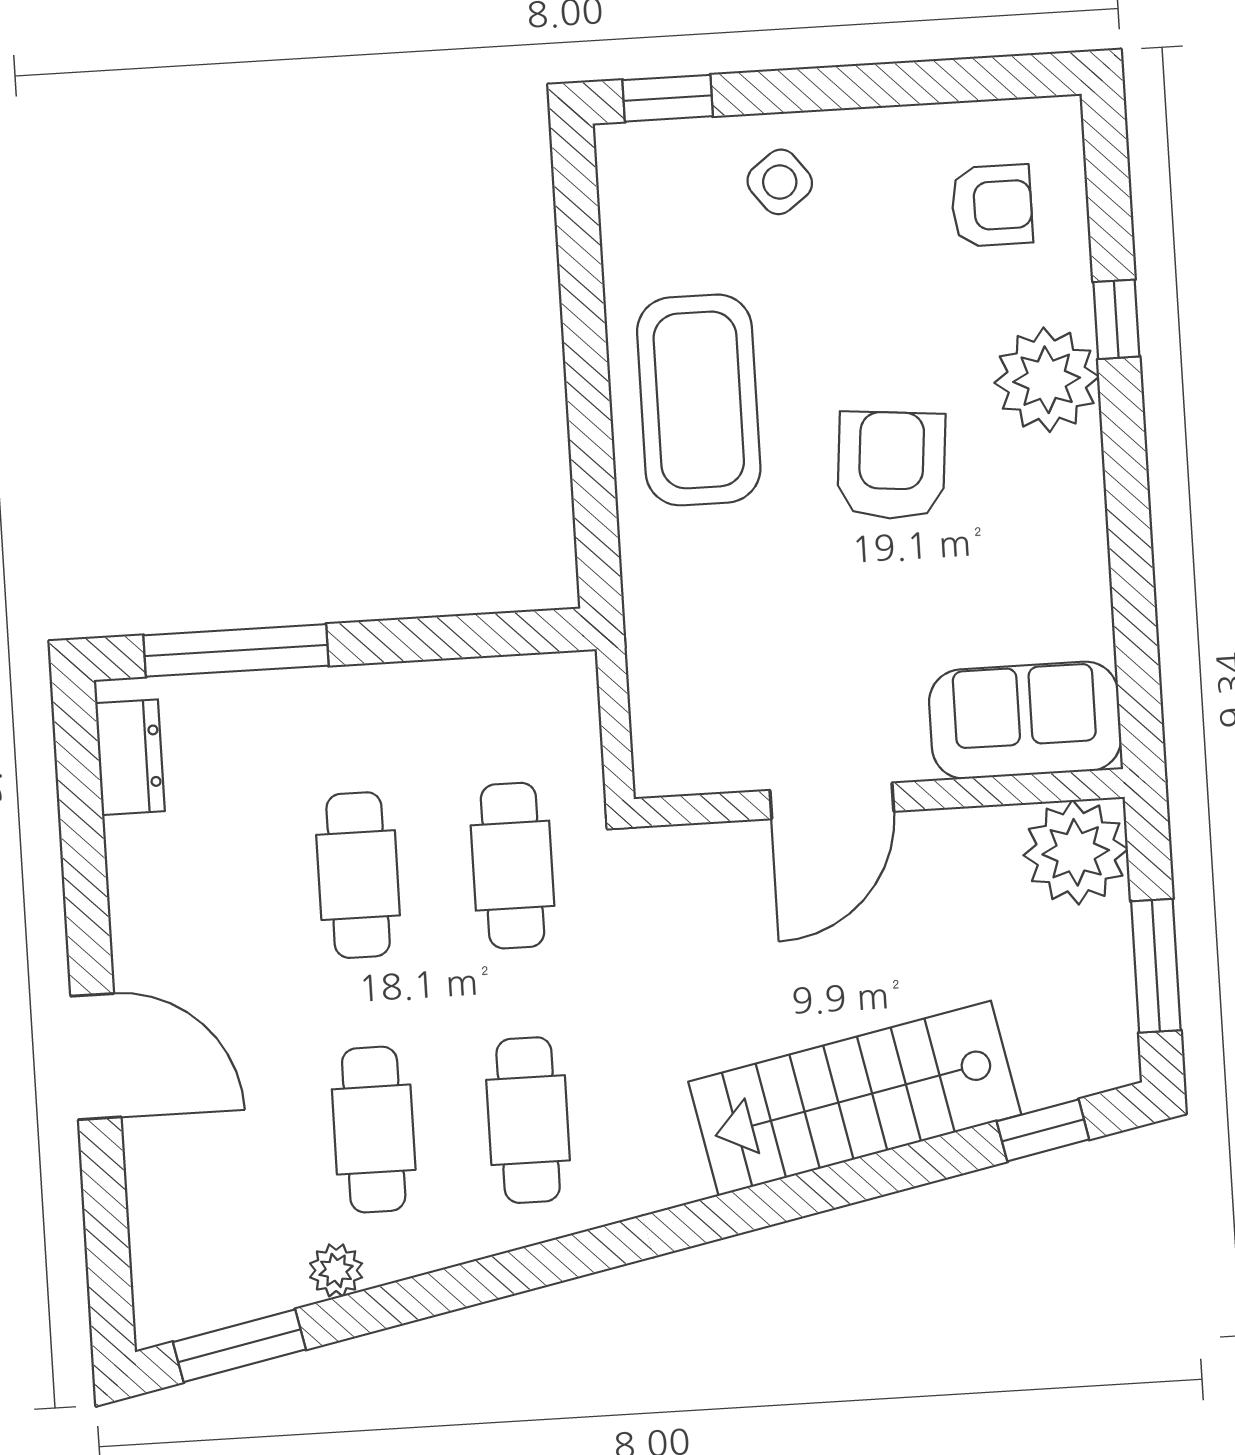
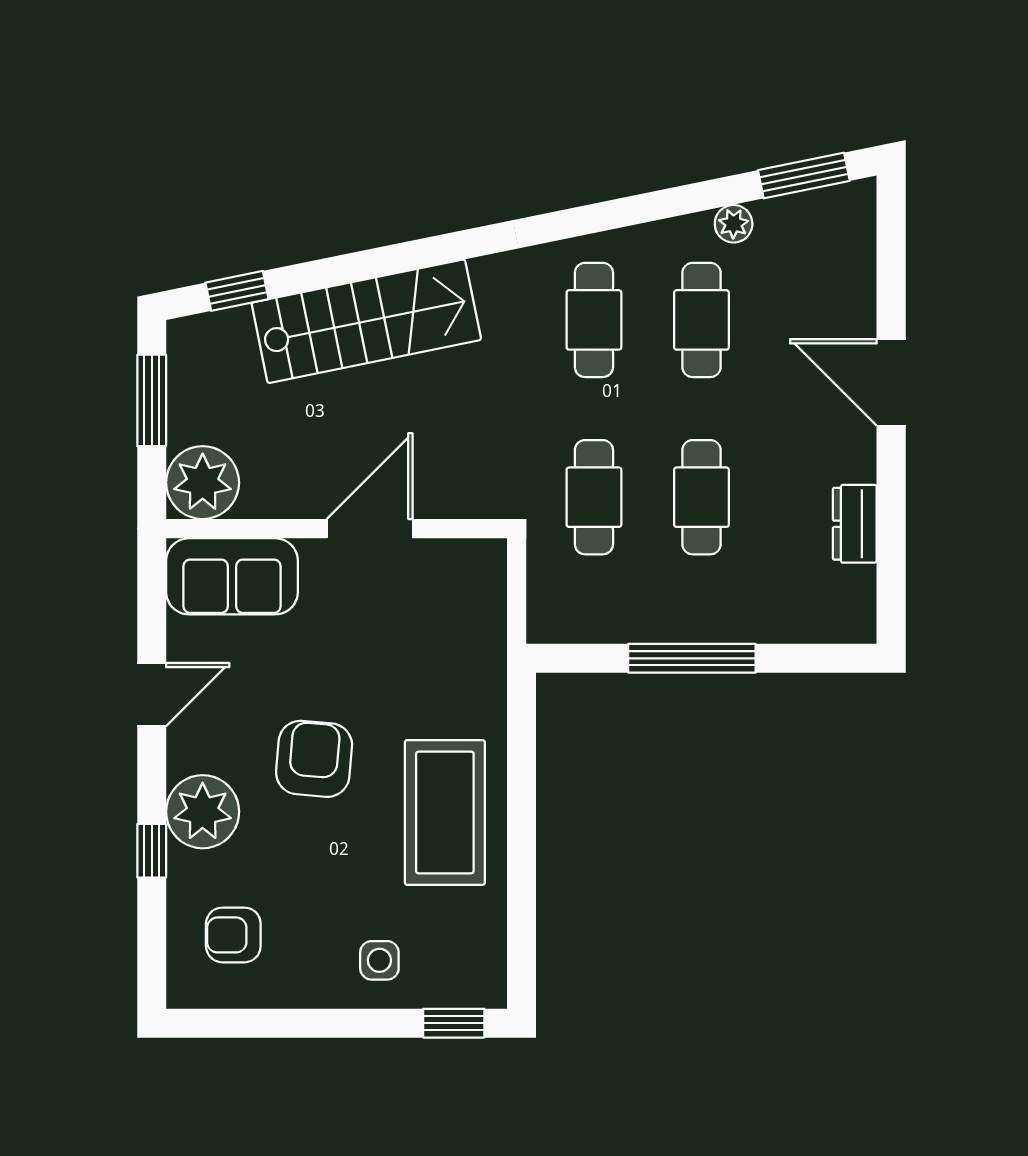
side table: (780, 182) -> (379, 960), turned 37
armchair: (891, 466) -> (314, 759), turned 180
door: (1130, 544) -> (152, 694), added
window: (236, 650) -> (692, 658), moved
dresser: (130, 757) -> (855, 524), moved

